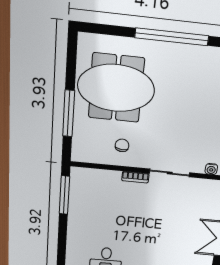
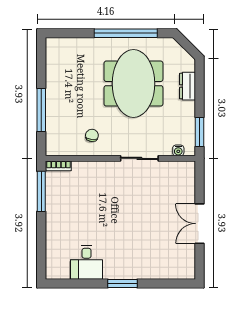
meeting table: (116, 88) -> (133, 84), moved, turned 90
bookcase: (135, 177) -> (59, 166), moved

